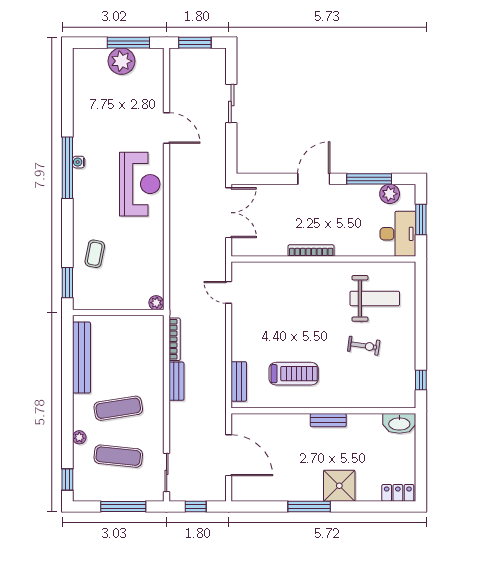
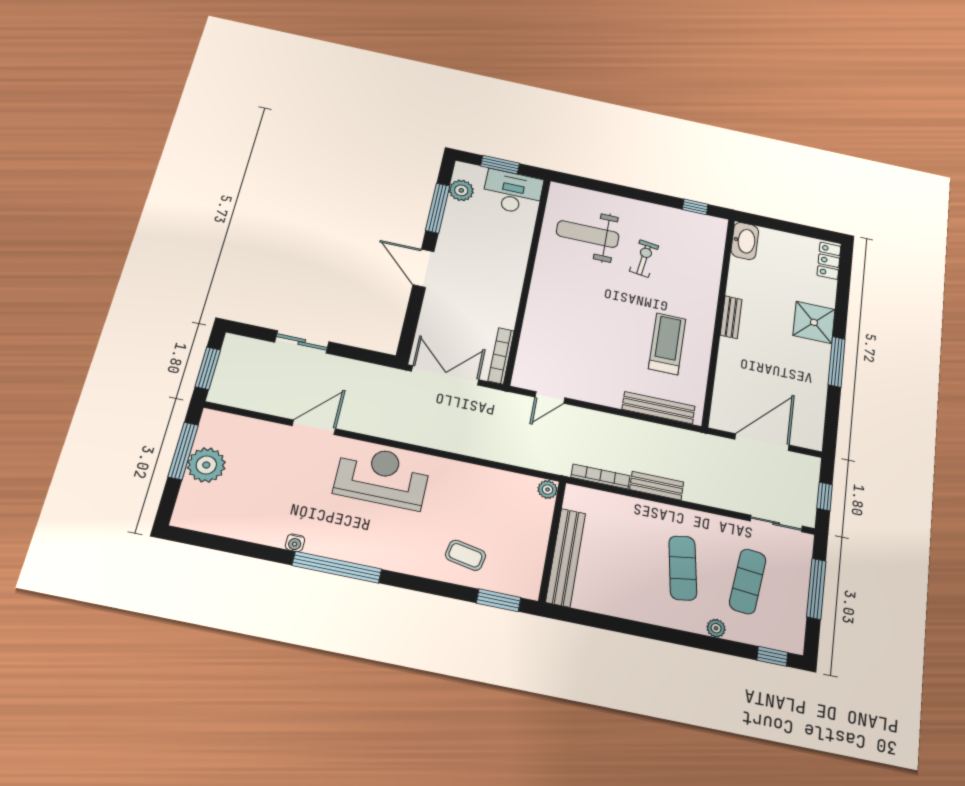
water cooler: (79, 162) -> (295, 543), moved
bookcase: (311, 251) -> (501, 356), moved
weight bench: (375, 298) -> (588, 234), turned -90
bench: (81, 358) -> (566, 557), moved, turned 90
bench: (239, 381) -> (658, 408), width x1.36

